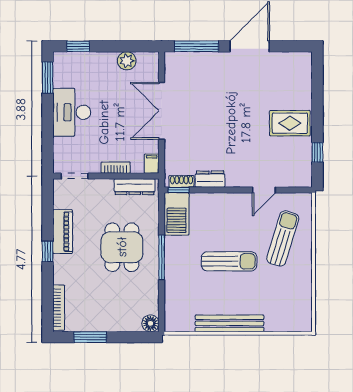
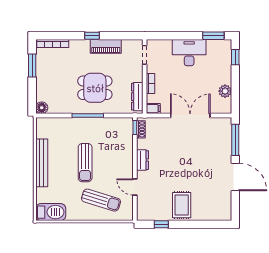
dresser: (210, 179) -> (142, 160), moved
barbecue: (177, 214) -> (51, 212), moved, turned 180

